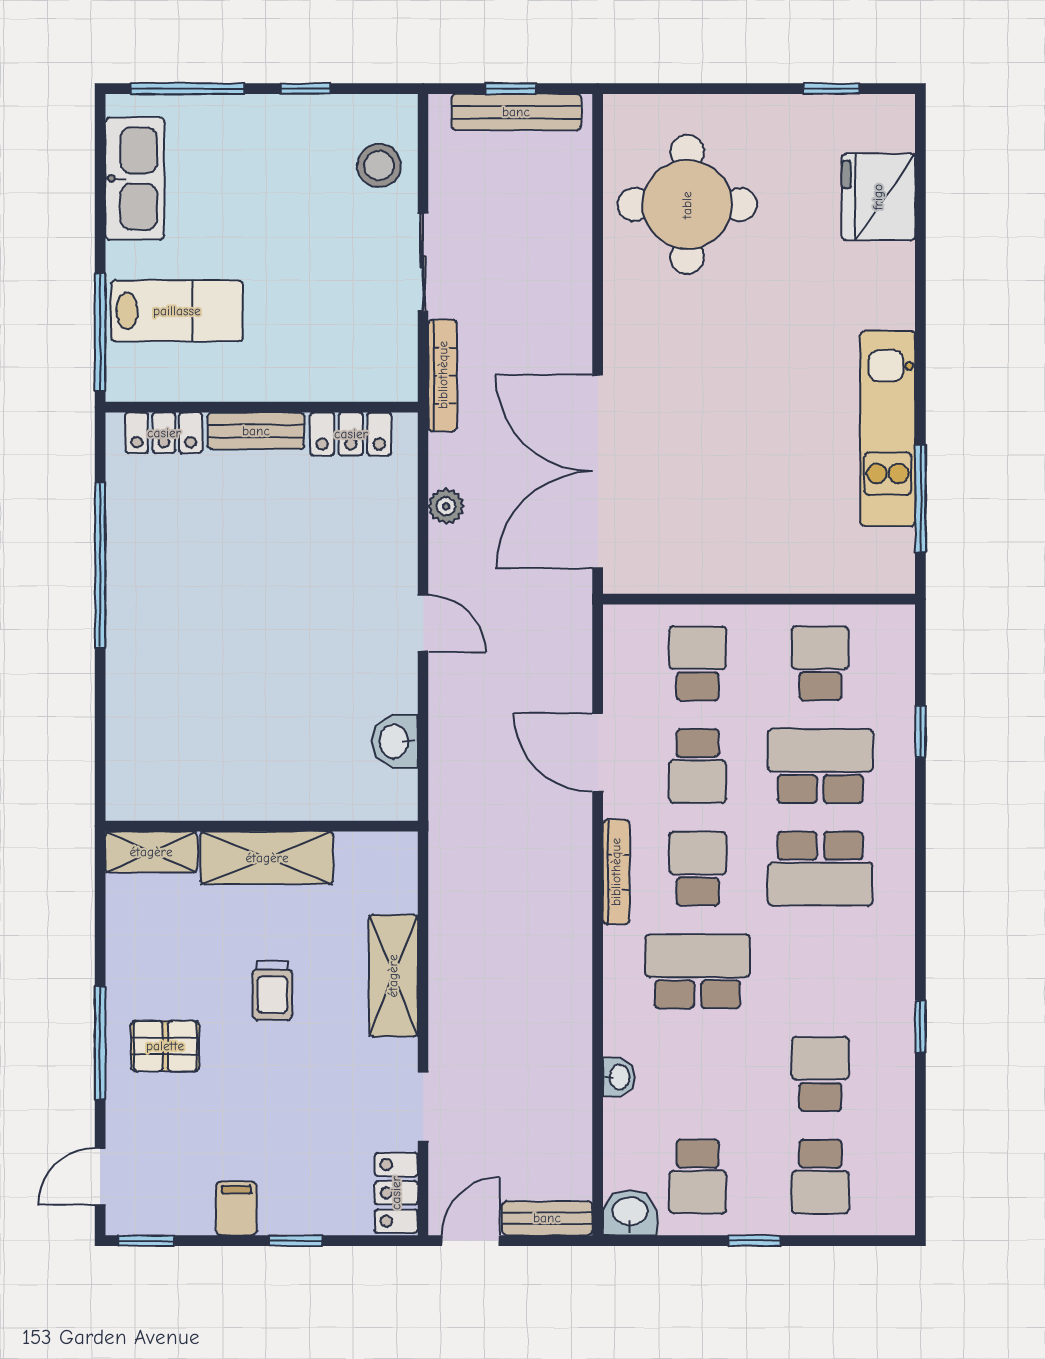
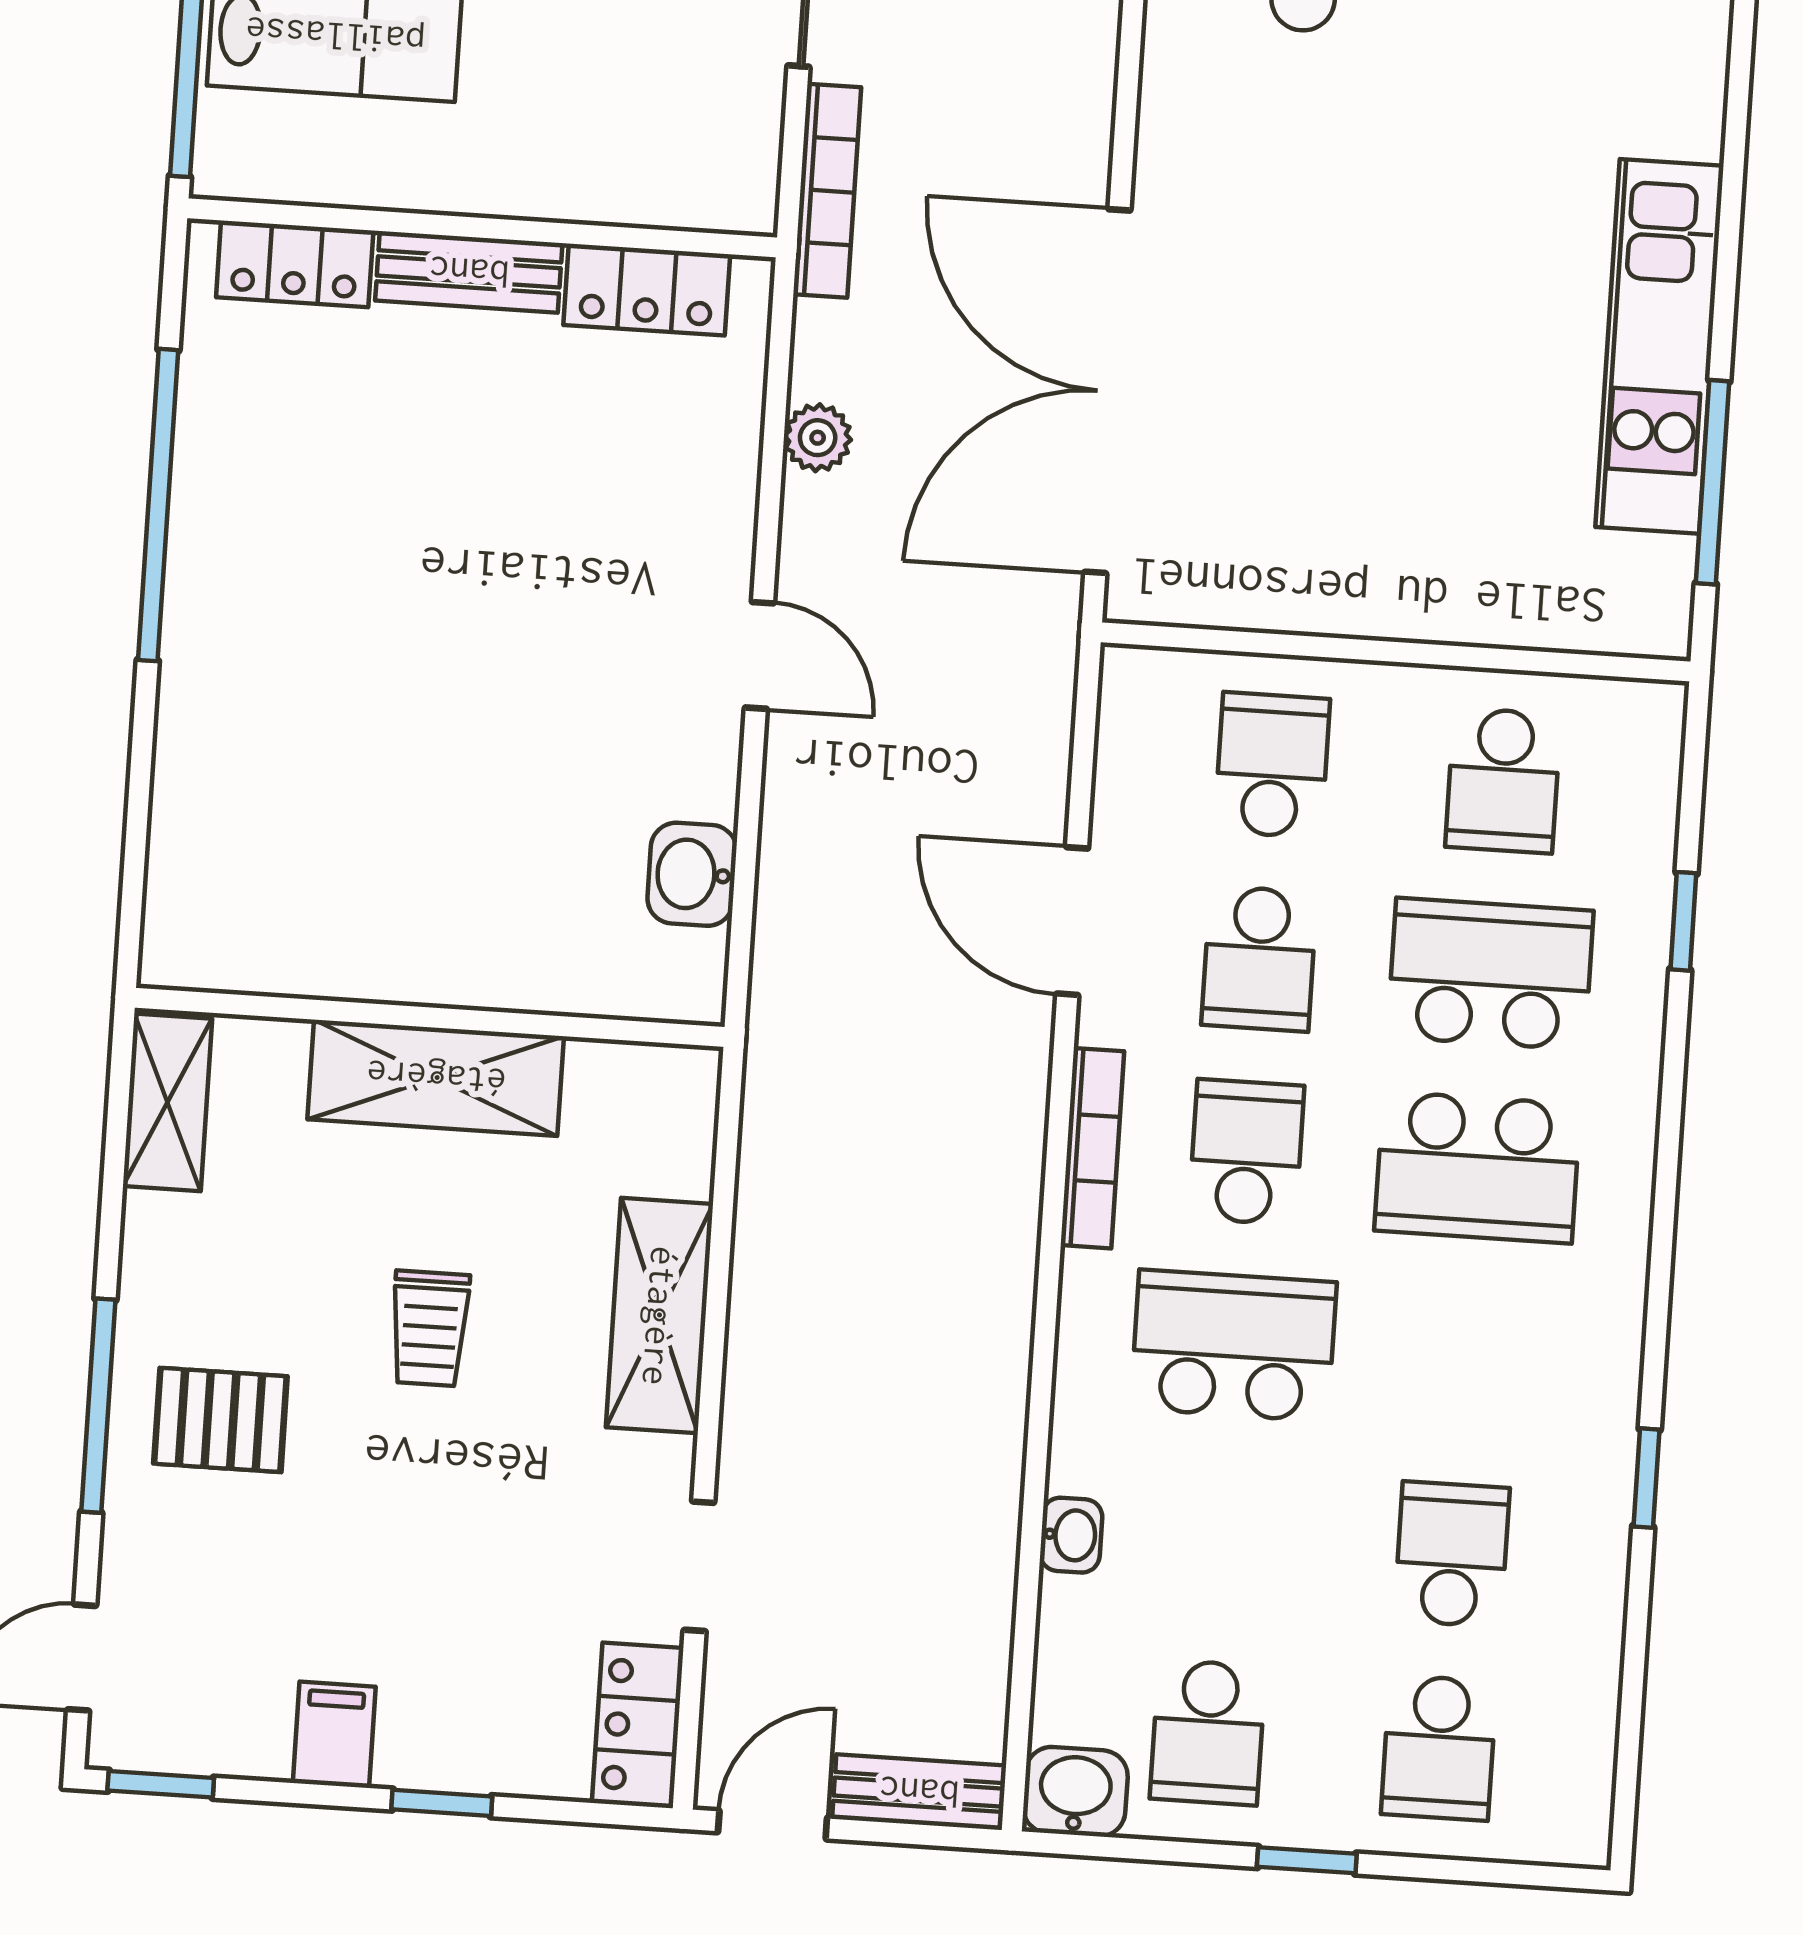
school desk: (820, 663) -> (1503, 780), turned 180
shelving: (151, 852) -> (167, 1102), moved, turned 90

